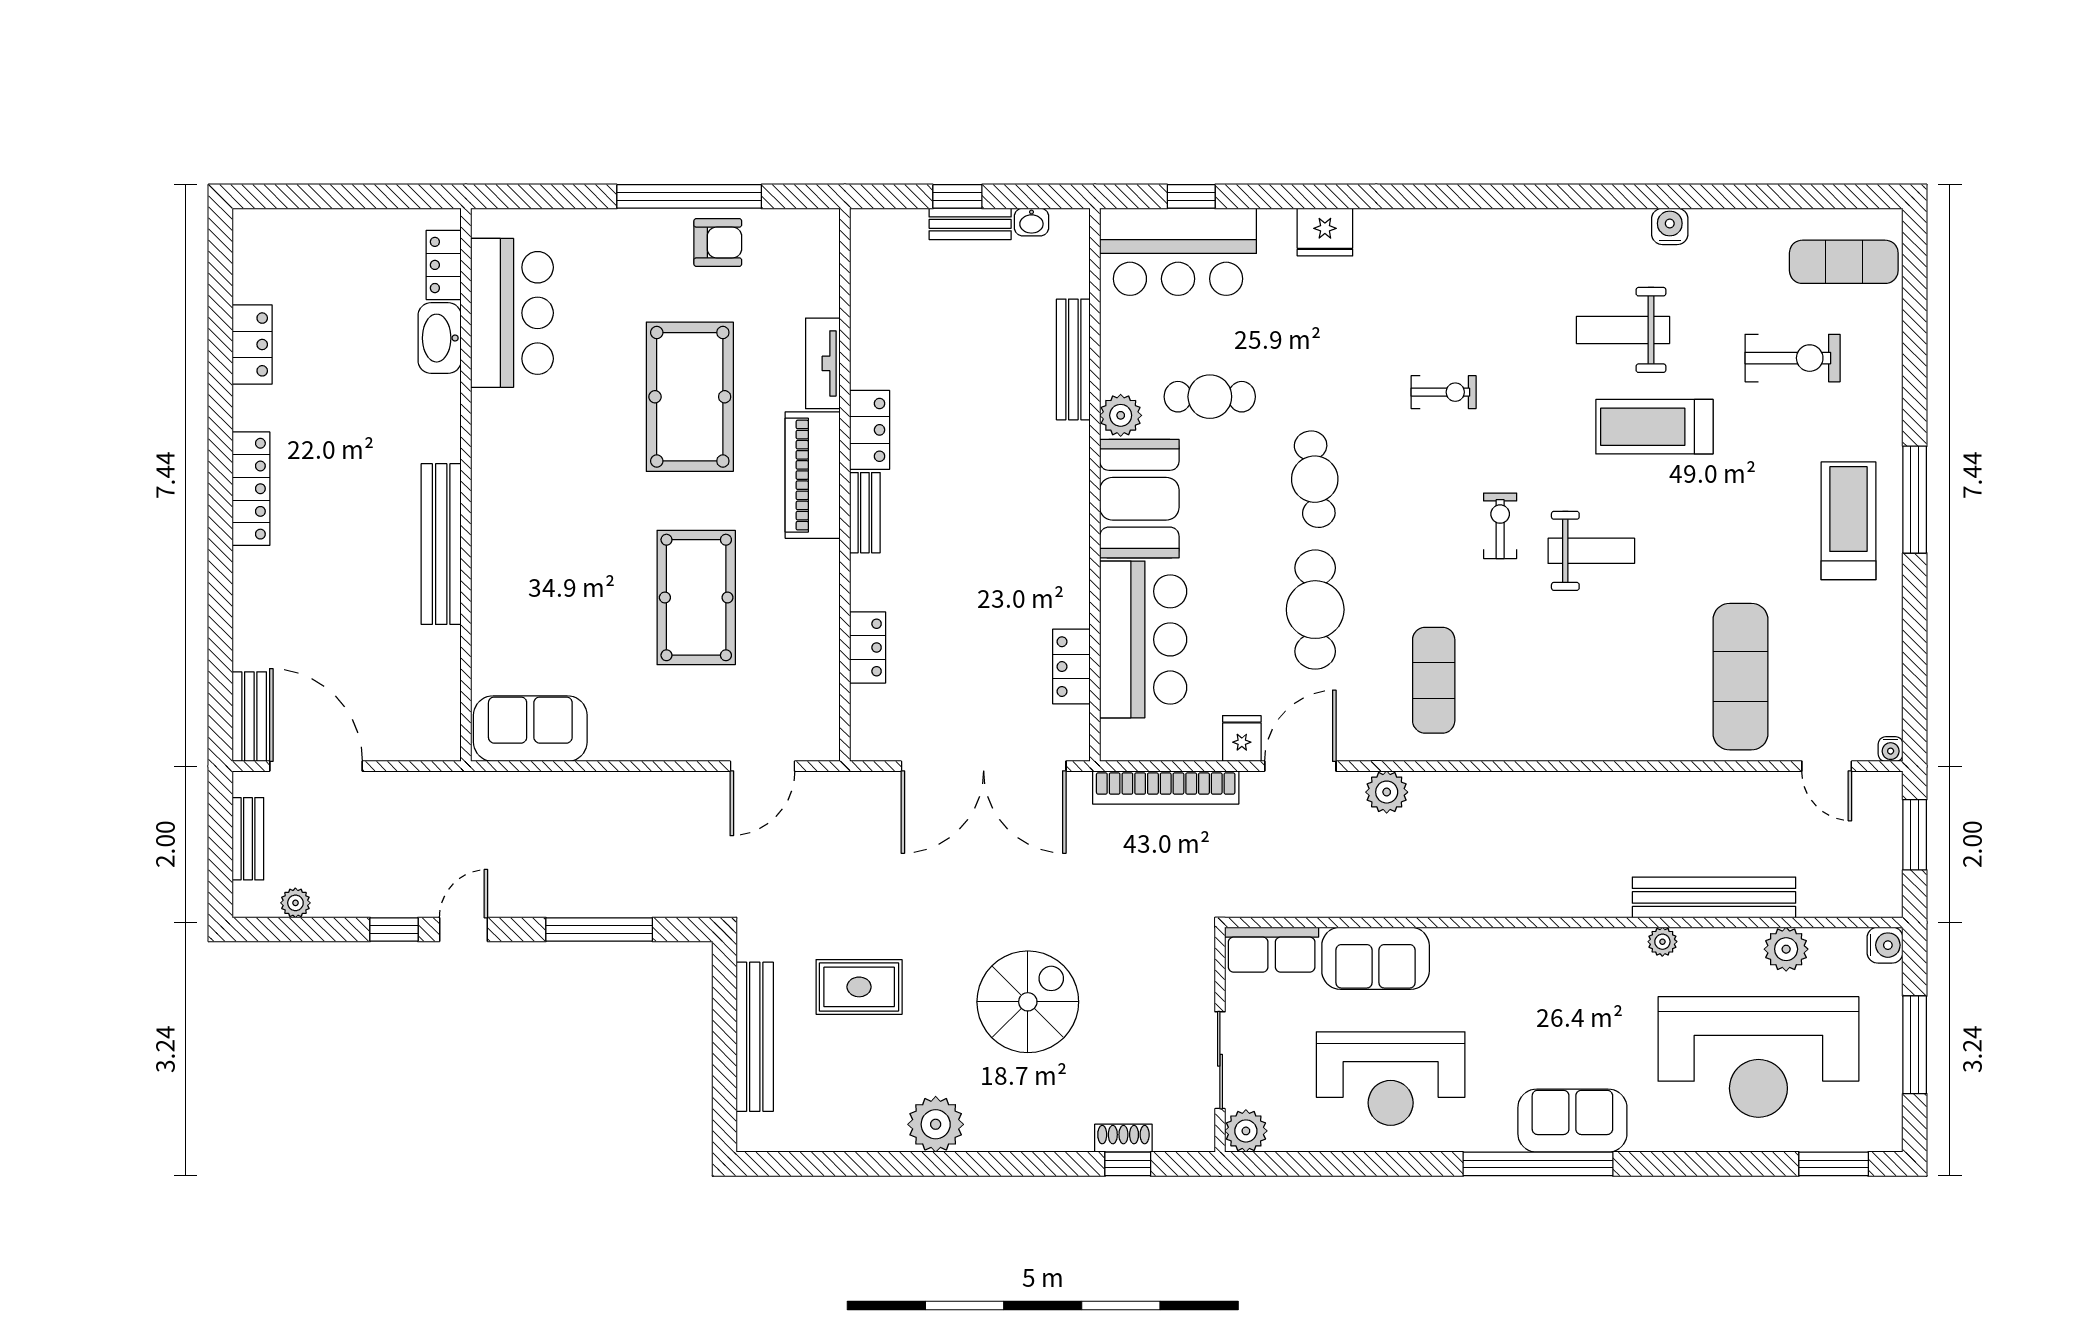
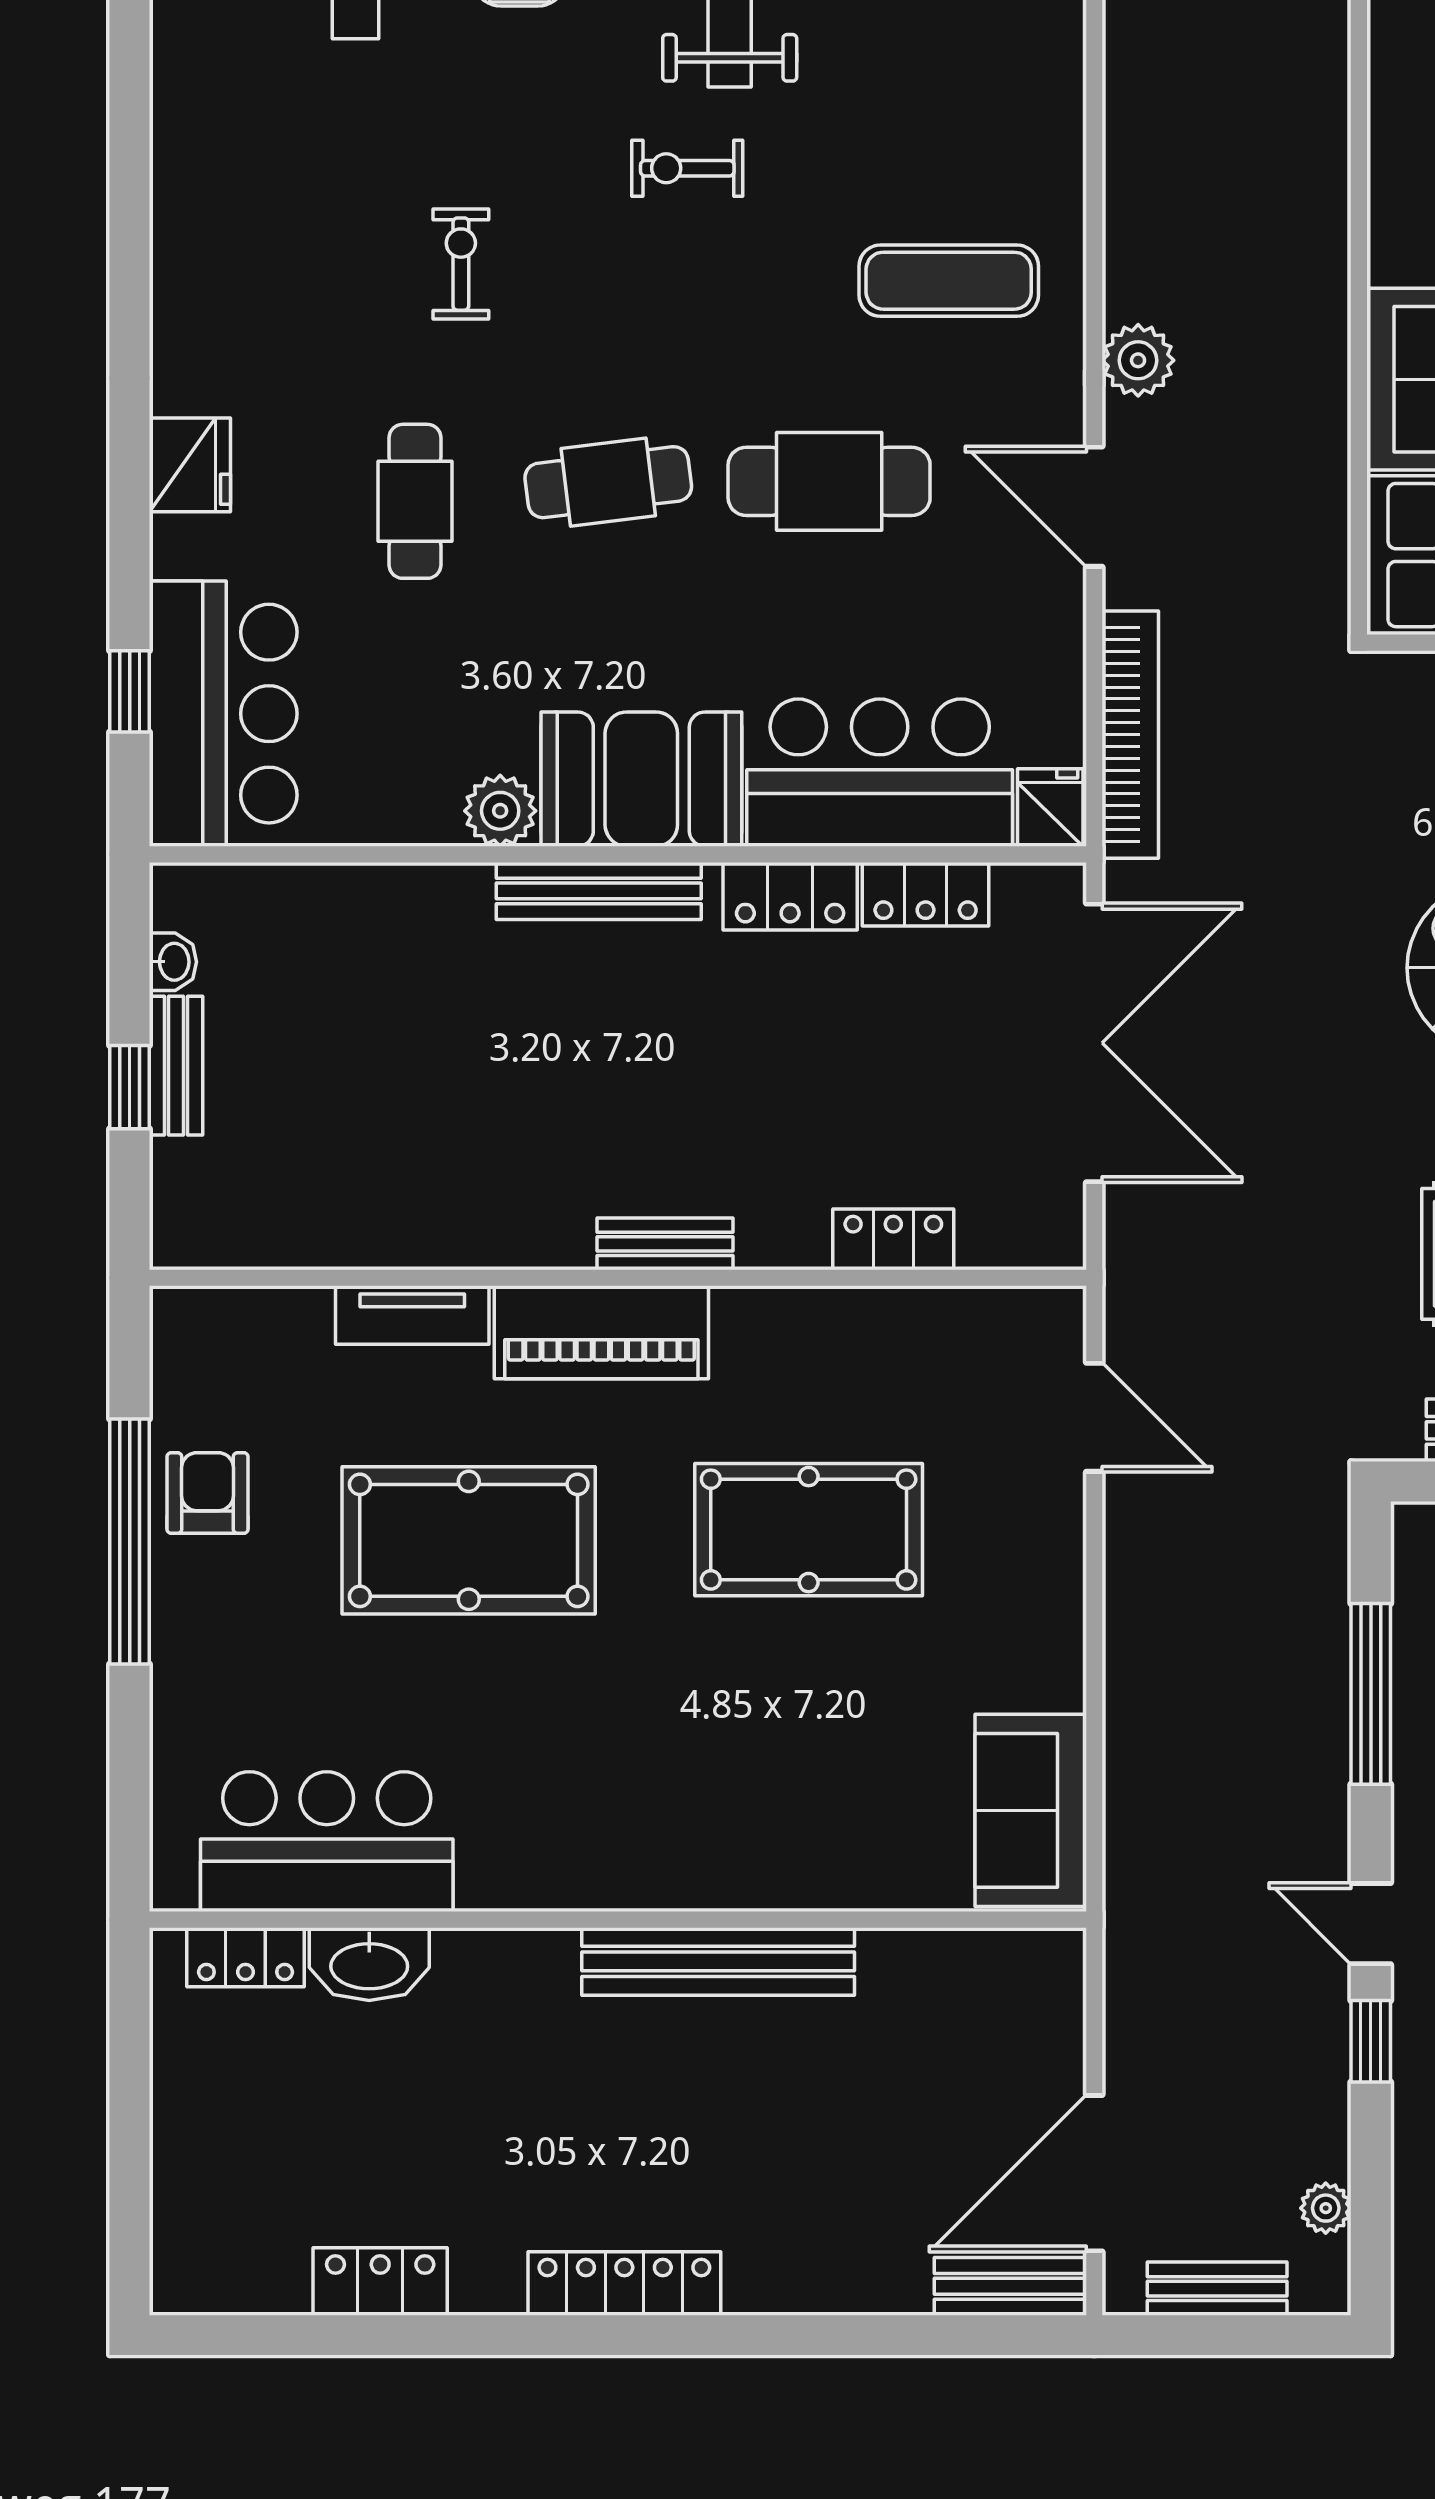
bench: (1073, 359) -> (599, 891), moved
cafe table: (1210, 397) -> (415, 501), moved
locker: (870, 430) -> (790, 896), moved, turned 180
fridge: (1242, 739) -> (1050, 808), moved, turned 90

